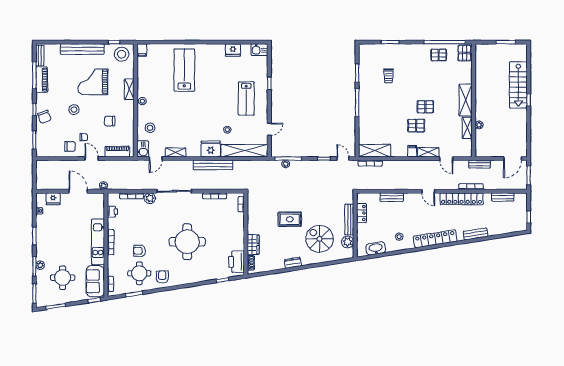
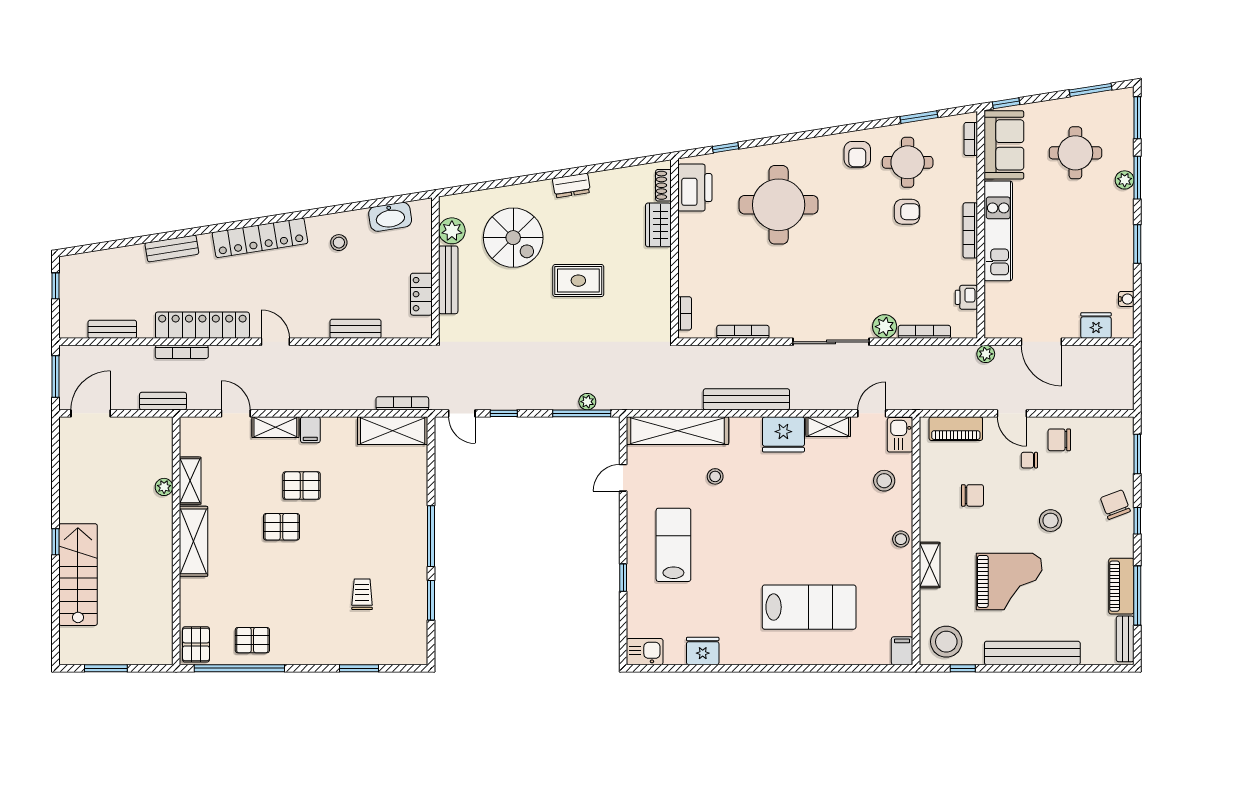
lab bench: (184, 70) -> (809, 607), turned -90
fridge: (211, 149) -> (783, 434), moved
round table: (187, 242) -> (779, 205), moved

